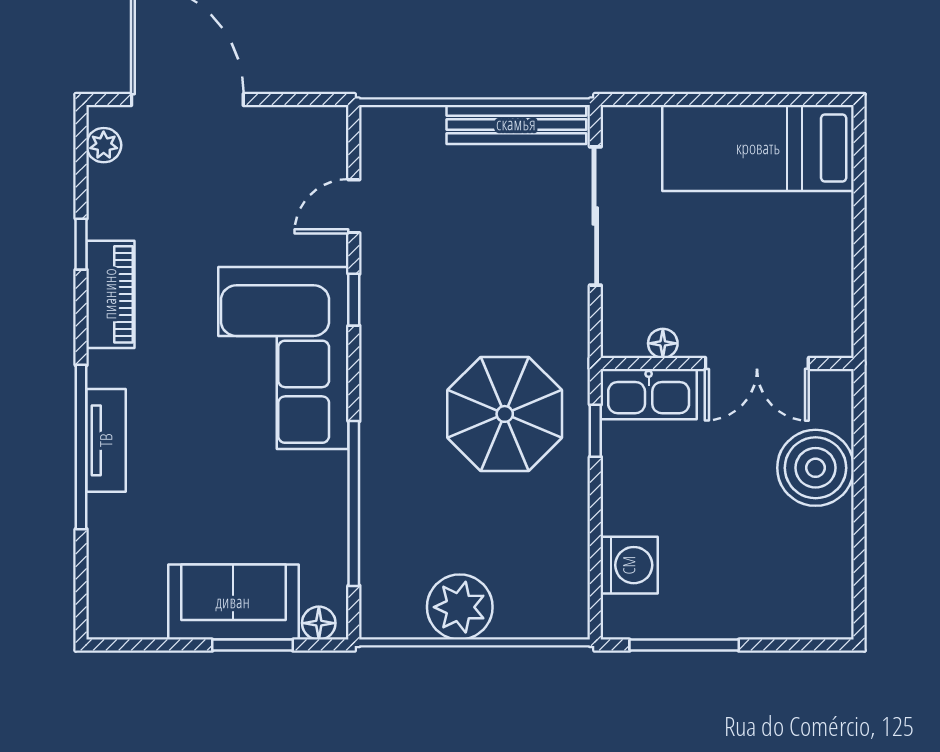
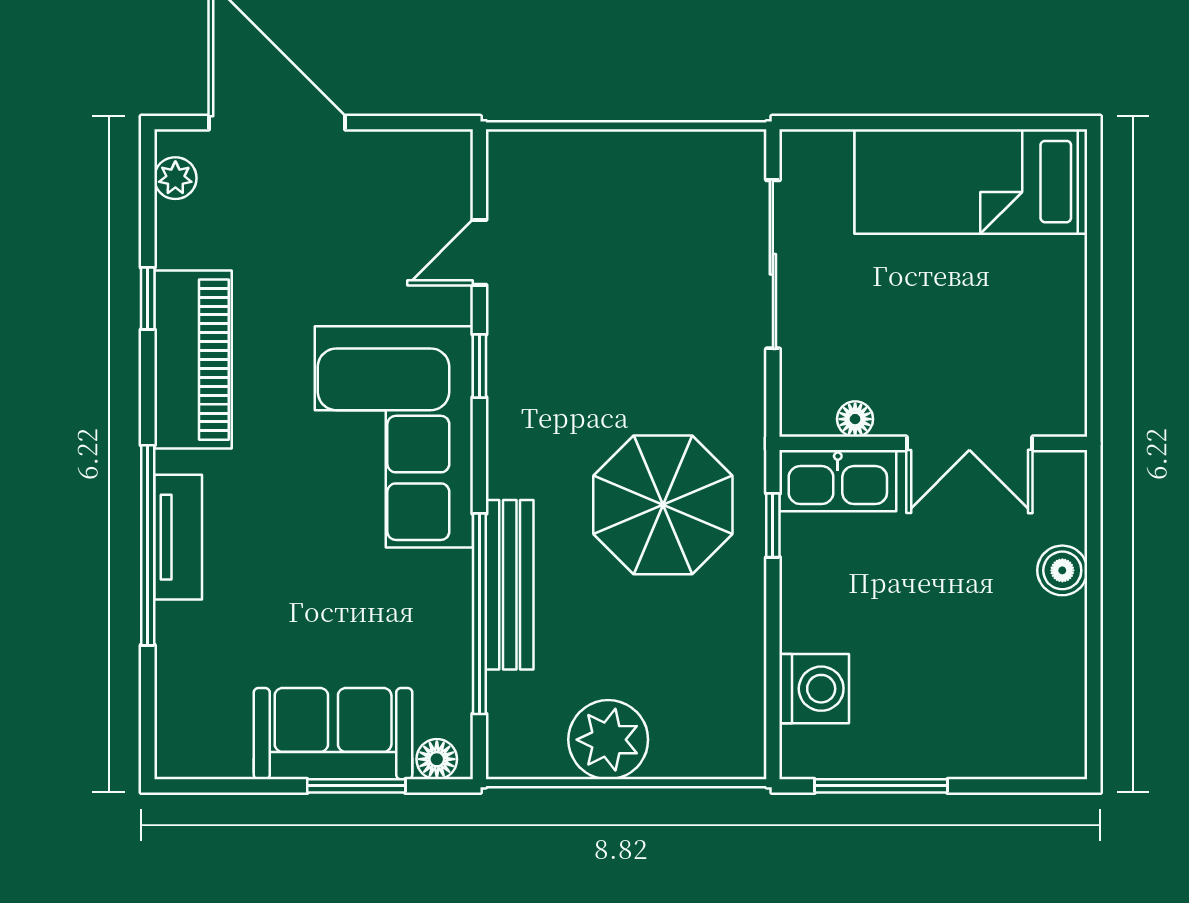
bench: (516, 124) -> (510, 585), moved, turned 90
piano: (110, 294) -> (193, 360), width x1.37, depth x1.33
boiler: (816, 468) -> (1062, 570), width x0.54, depth x0.54

